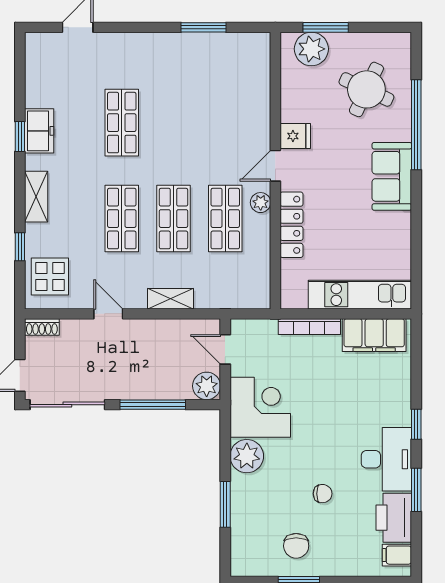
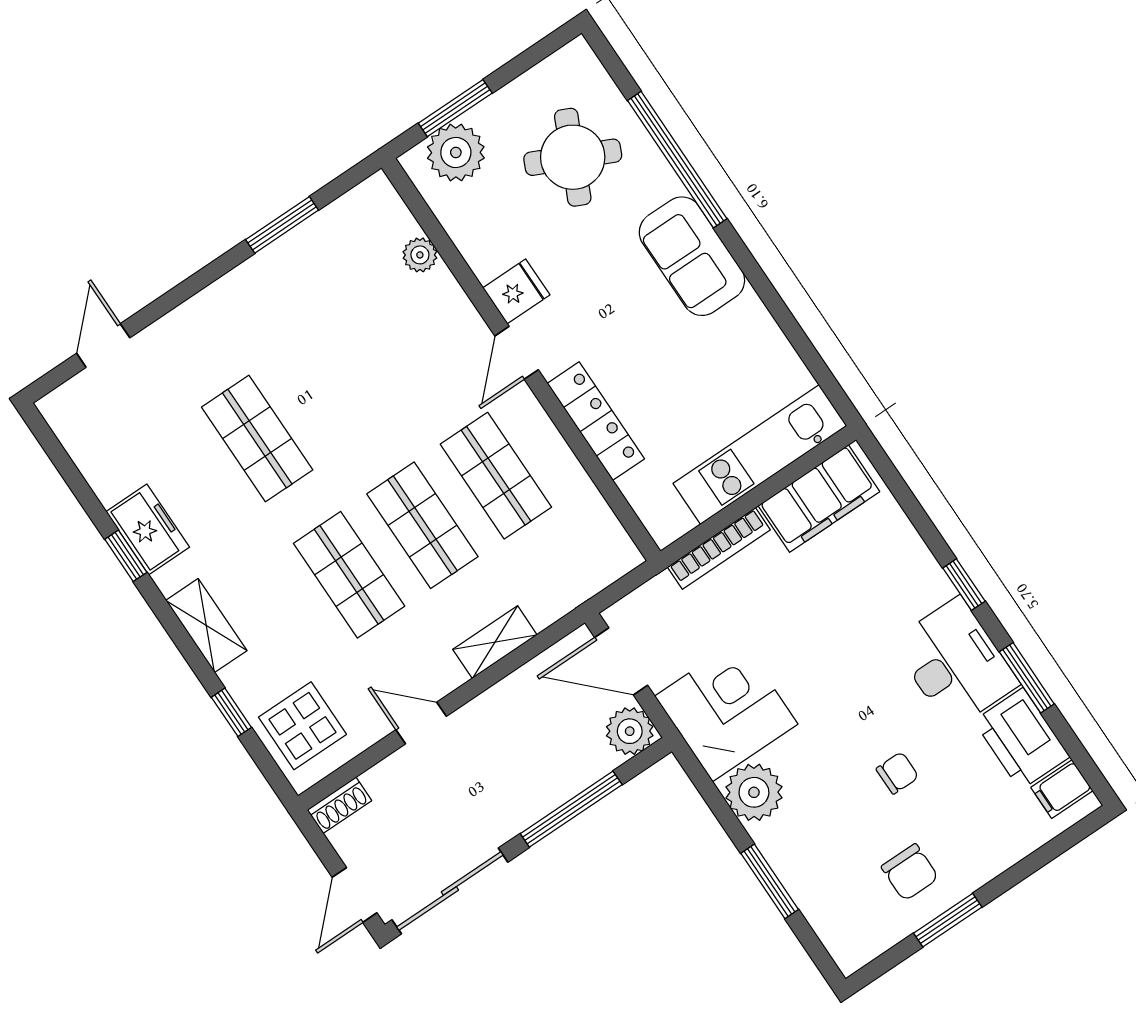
plant: (261, 203) -> (420, 255), moved
door: (225, 349) -> (621, 661), width x1.38

